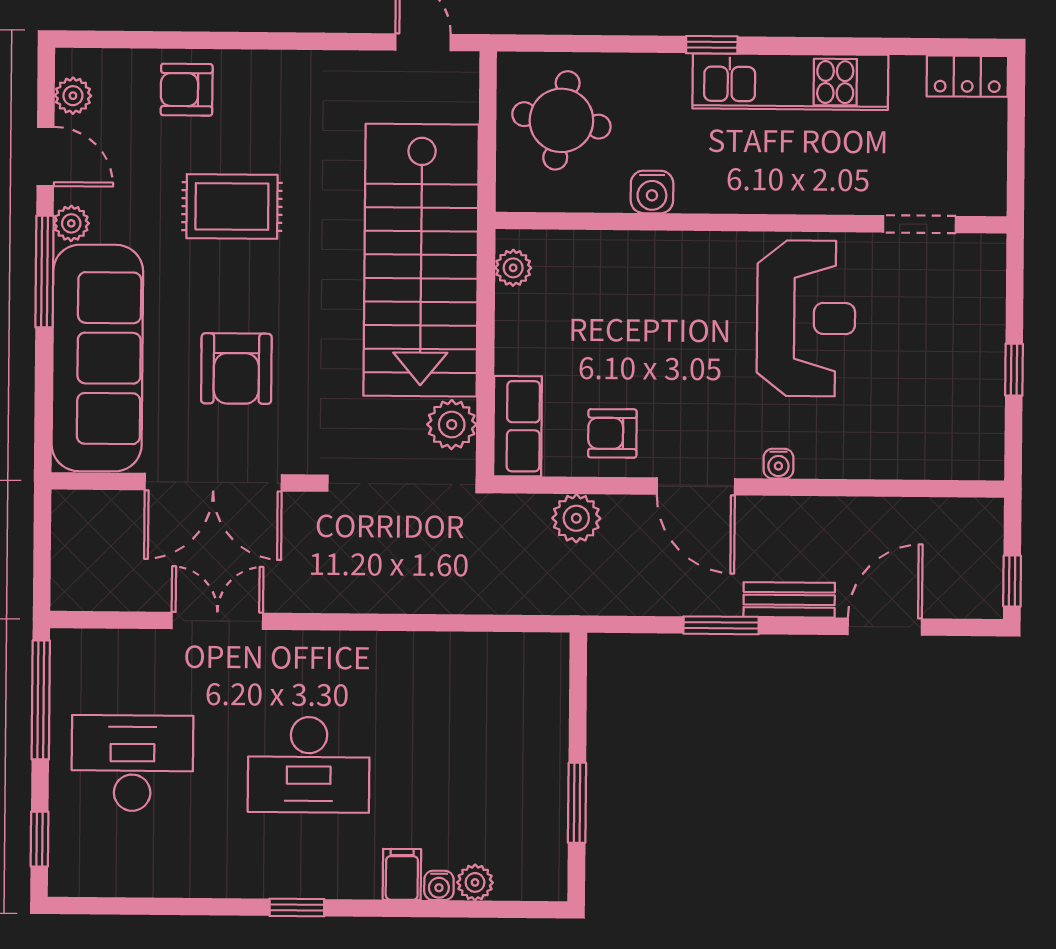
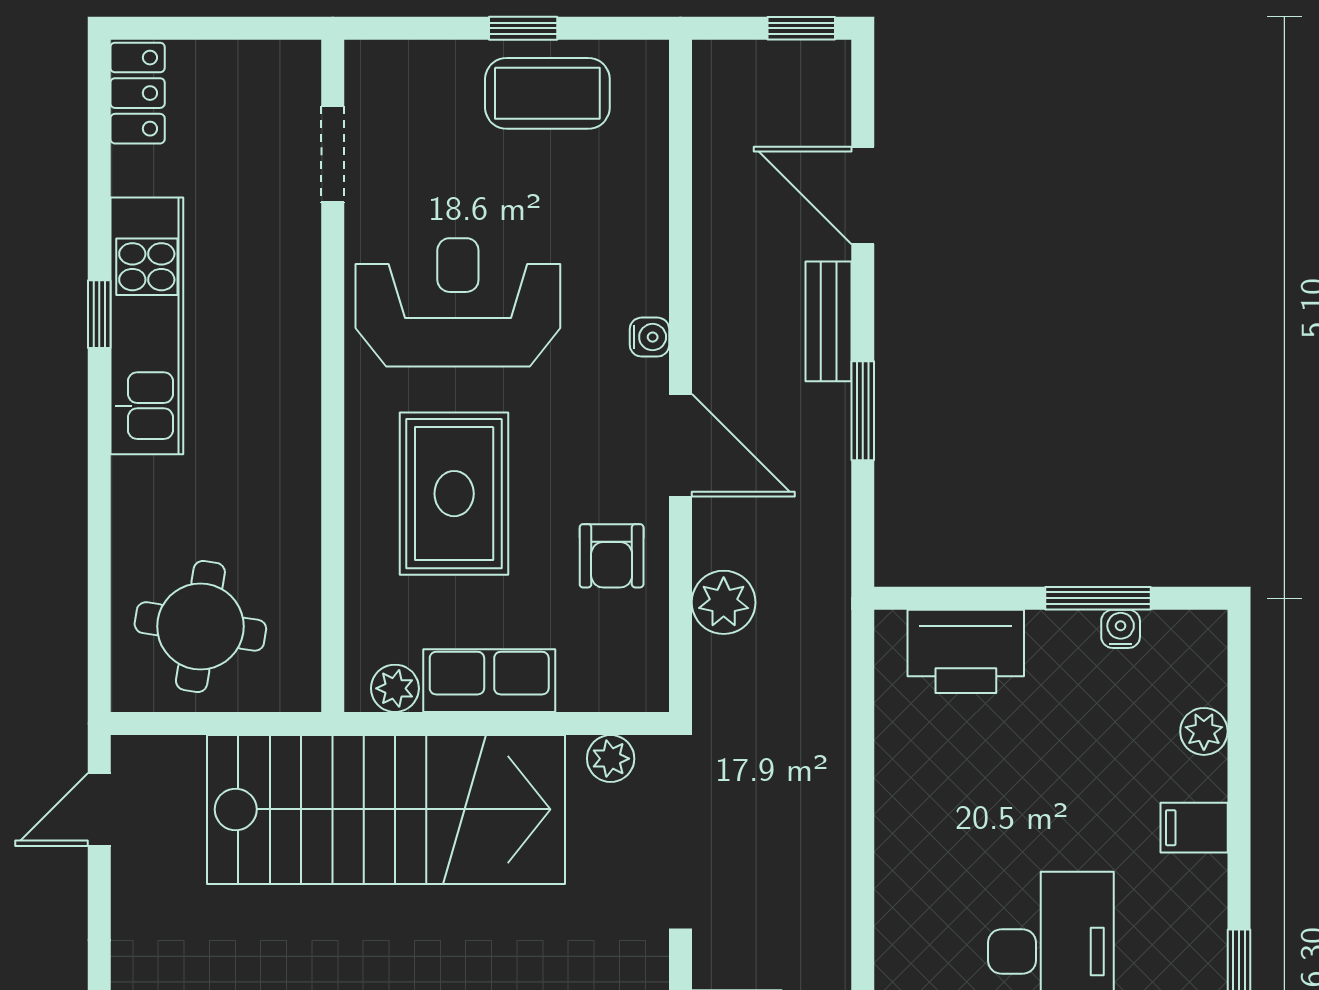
window: (712, 45) -> (99, 314), moved
water cooler: (652, 192) -> (294, 507), removed
rug: (661, 314) -> (454, 494), added
coffee table: (964, 388) -> (547, 93), added
plant: (452, 425) -> (611, 759), width x0.73, depth x0.73
row of seats: (518, 426) -> (489, 681), moved
door: (696, 486) -> (680, 445), hinge flipped
printer: (537, 702) -> (966, 651), added
water cooler: (439, 885) -> (1121, 629), moved, turned -90

